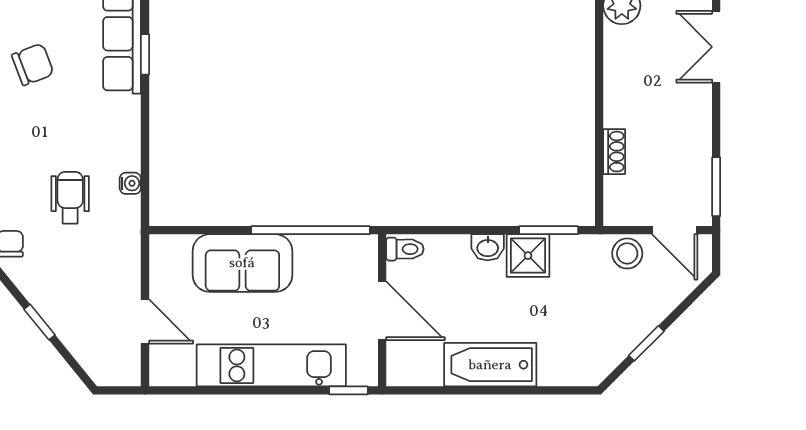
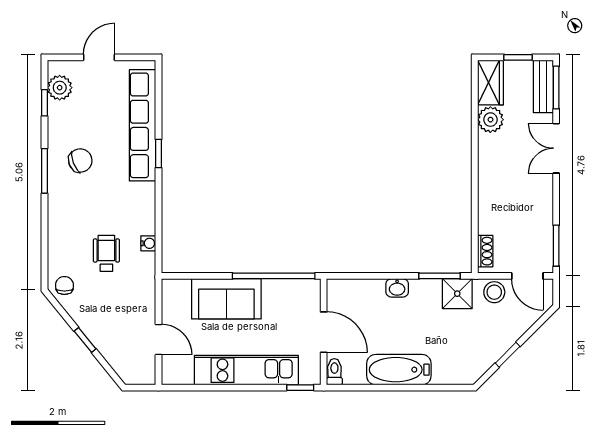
shoe rack: (614, 152) -> (485, 251), moved
toilet: (405, 249) -> (334, 372), moved, turned -90
shower: (528, 256) -> (457, 294), moved

